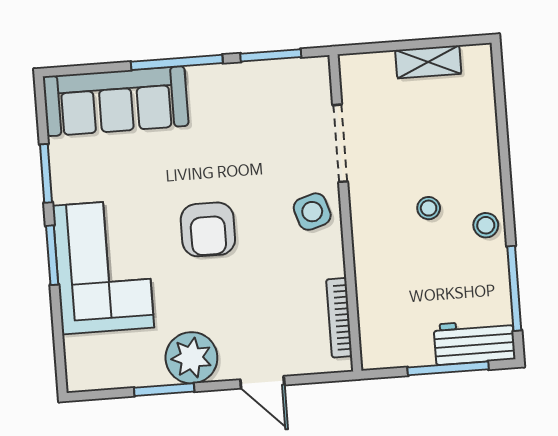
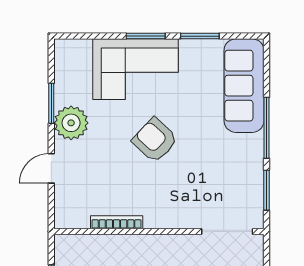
doorway: (340, 143) -> (227, 232), moved
side table: (312, 212) -> (161, 210), removed
armchair: (208, 229) -> (155, 140), turned 43
bookcase: (339, 318) -> (117, 222), moved

